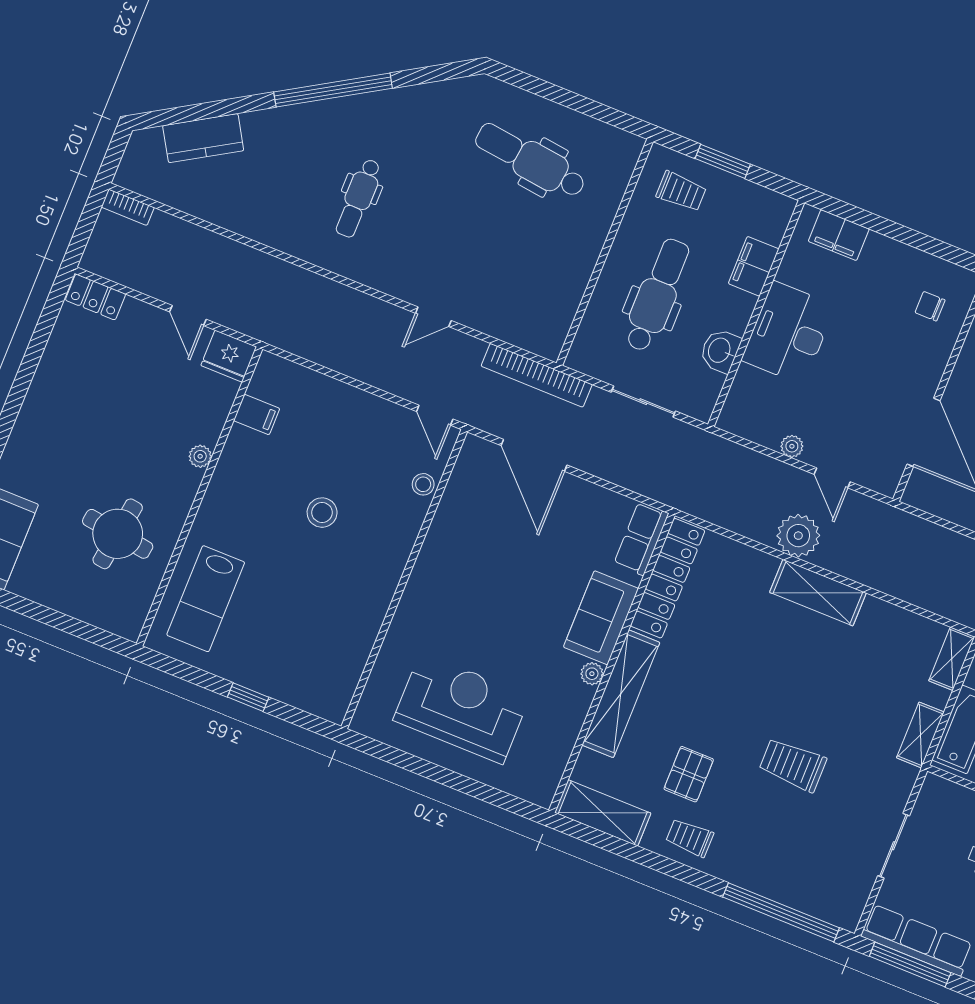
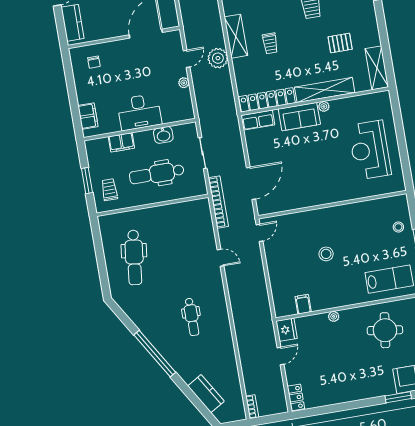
dental chair: (358, 198) -> (192, 317), turned 90
stool: (423, 484) -> (398, 227), moved
trolley: (690, 838) -> (270, 43), moved

